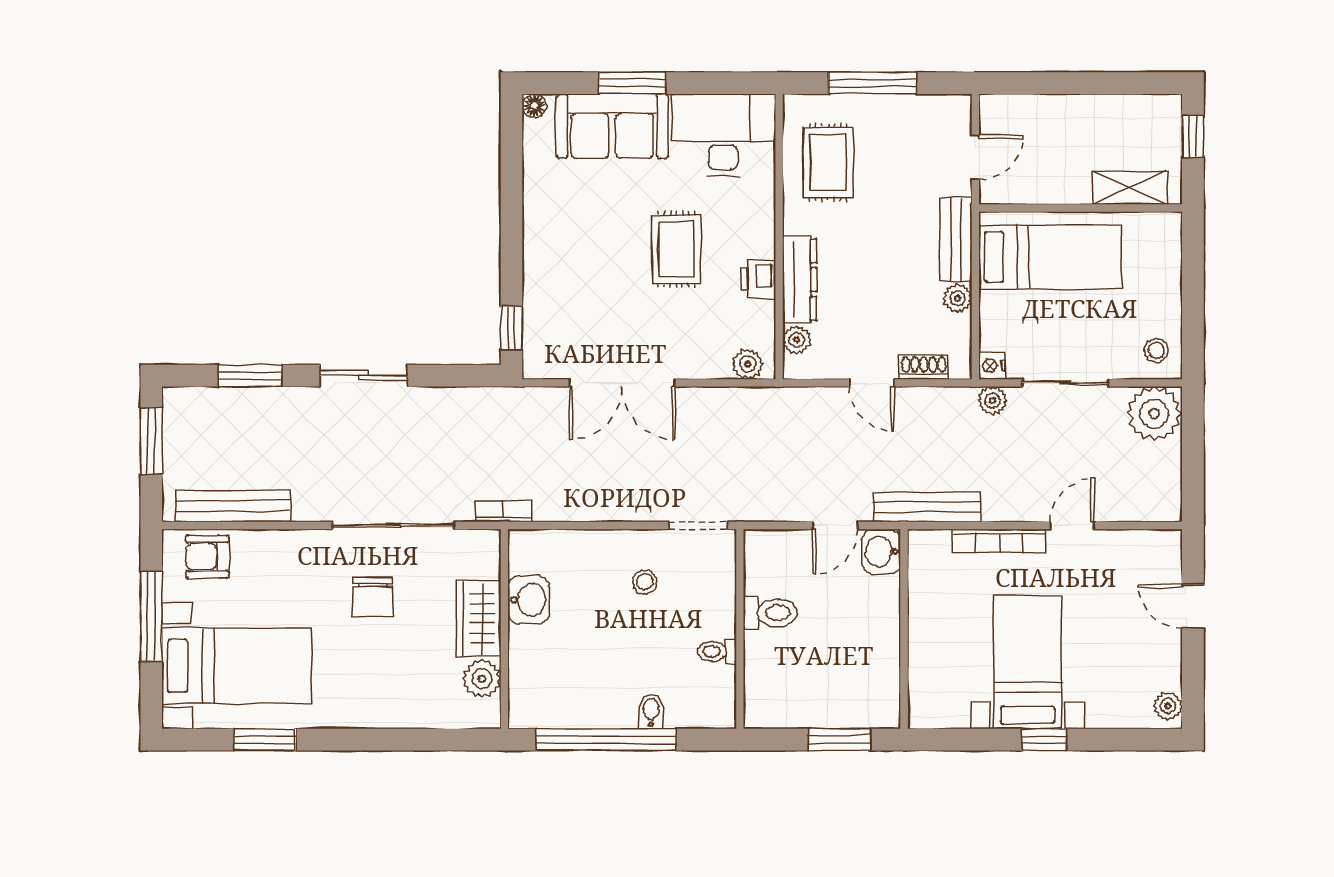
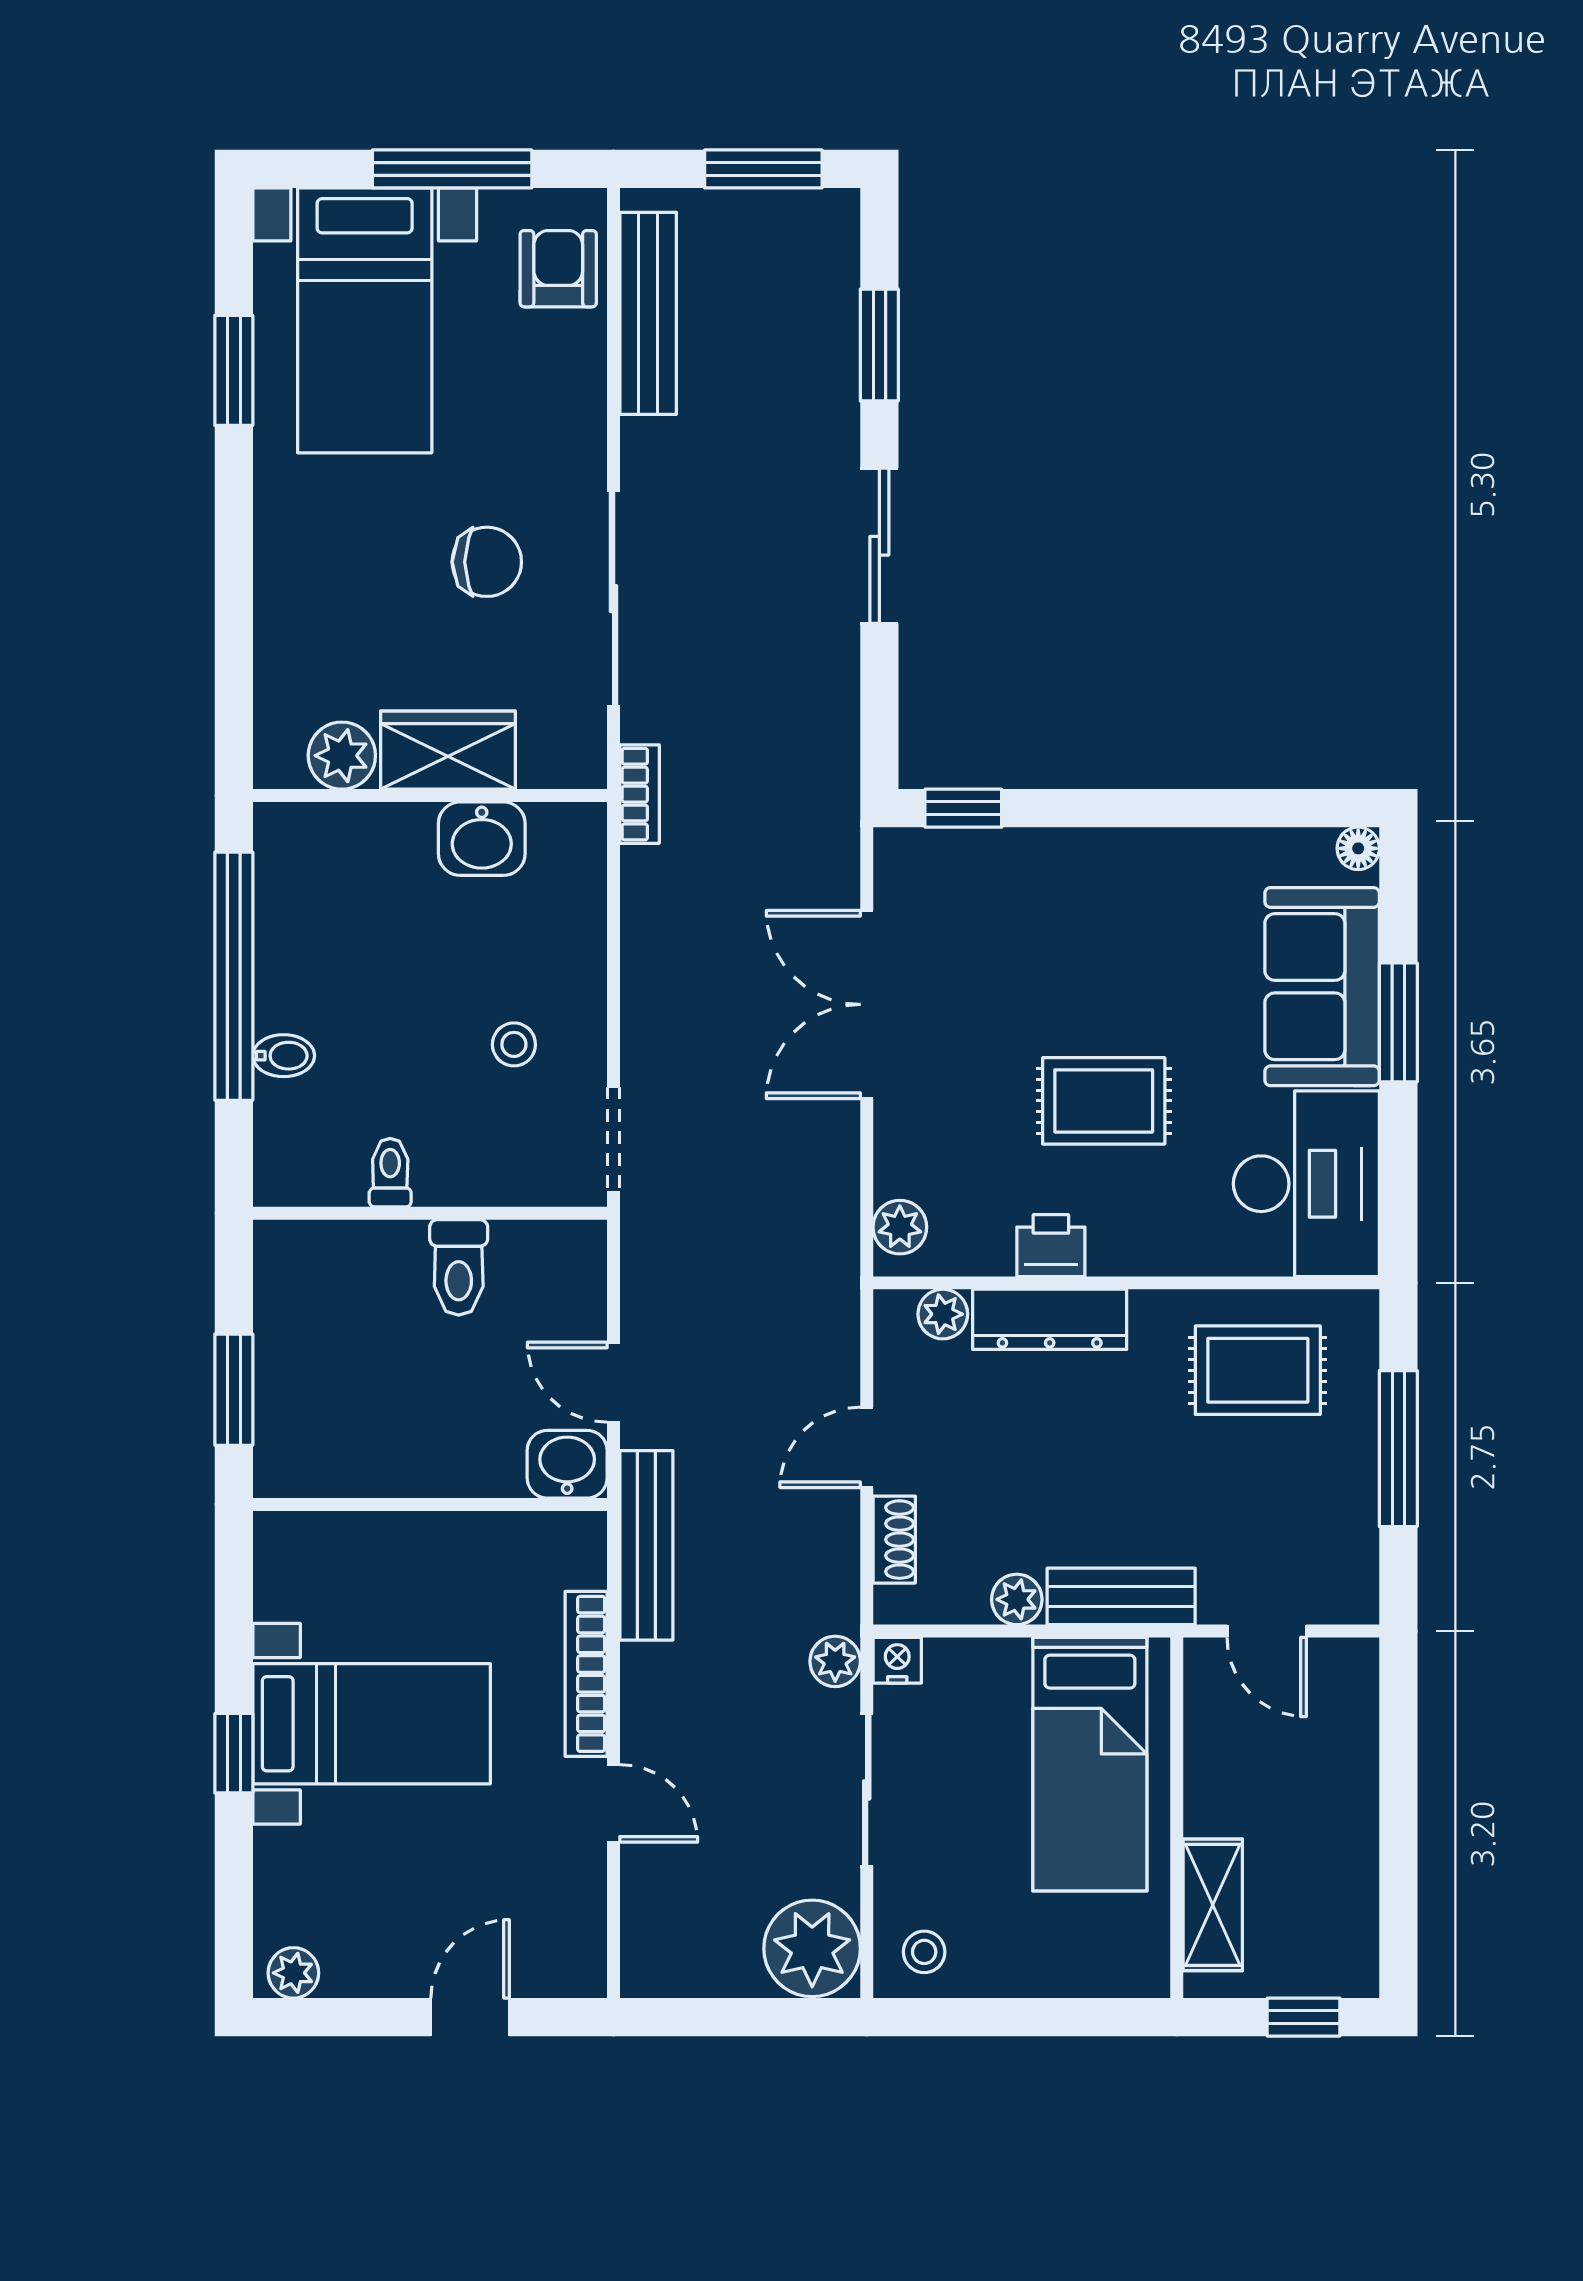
chair: (373, 597) -> (487, 562), turned 180

